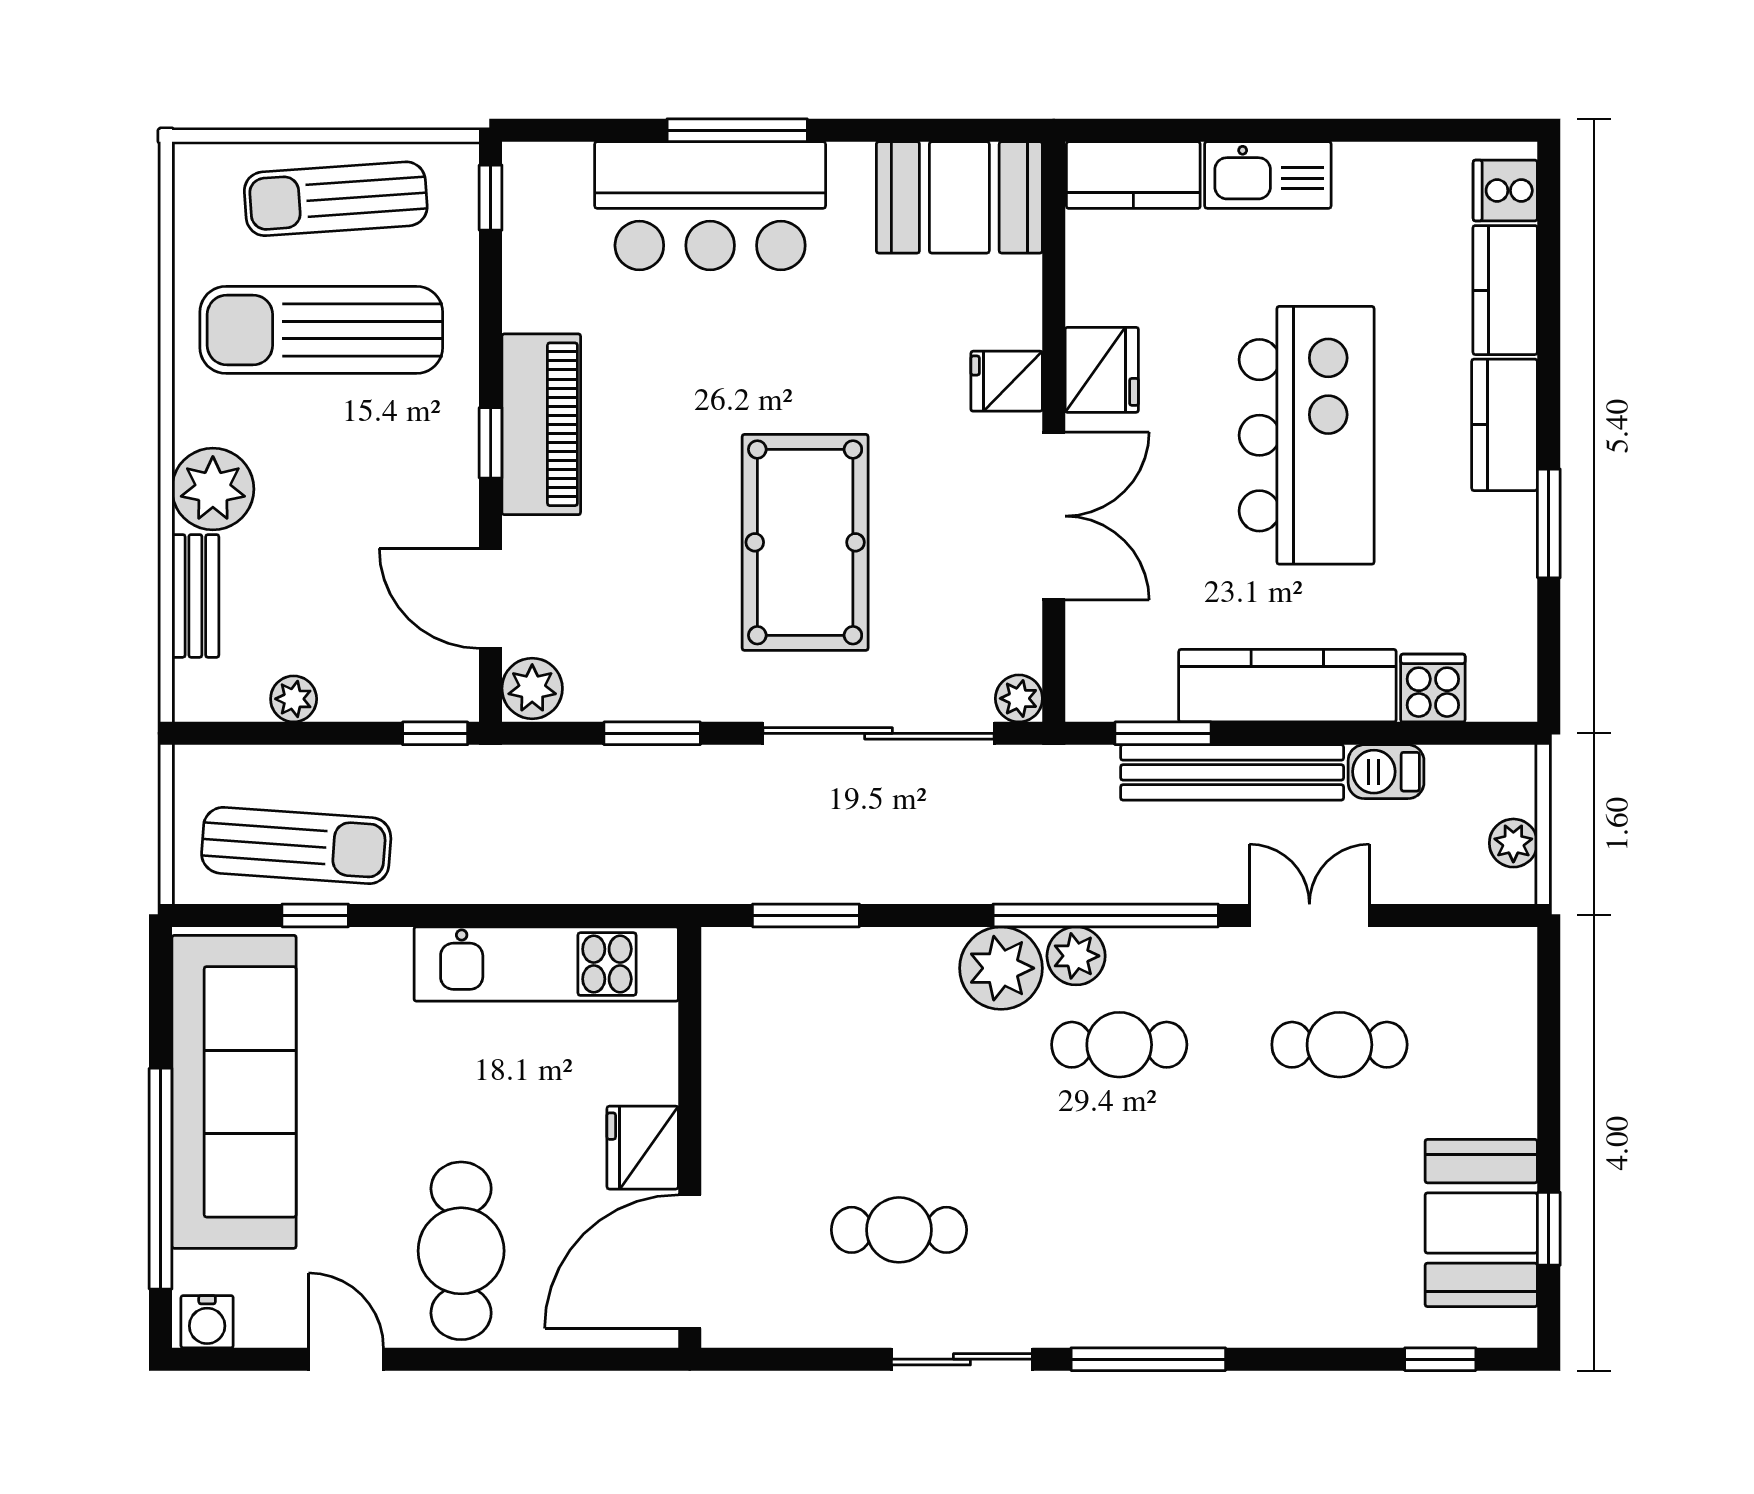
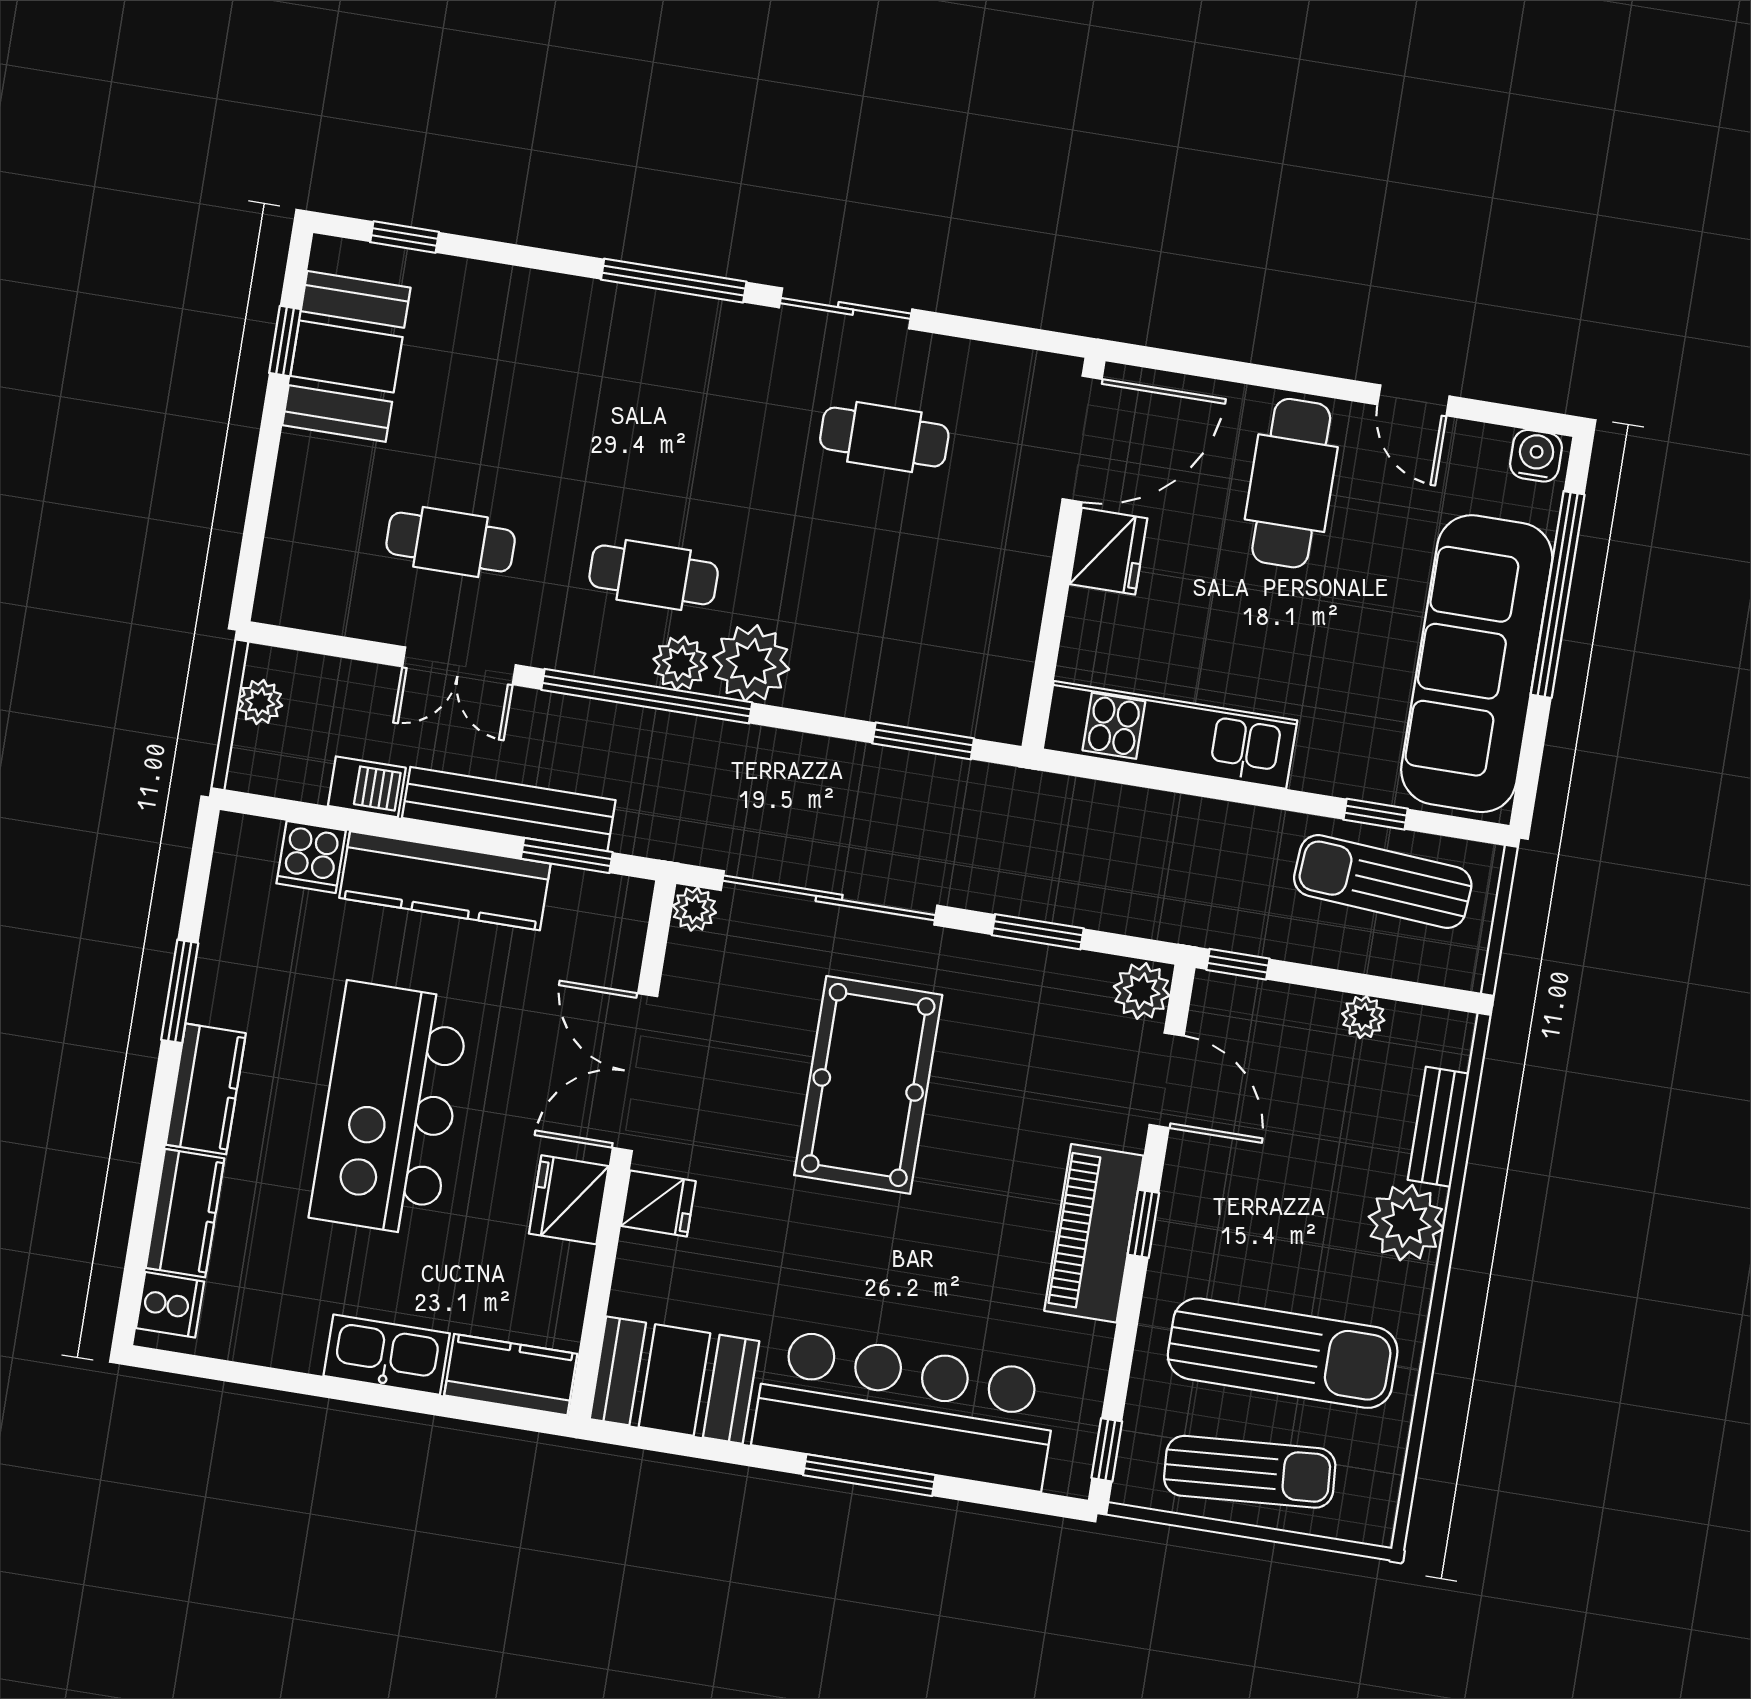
bar counter: (710, 206) -> (906, 1410), width x1.36

